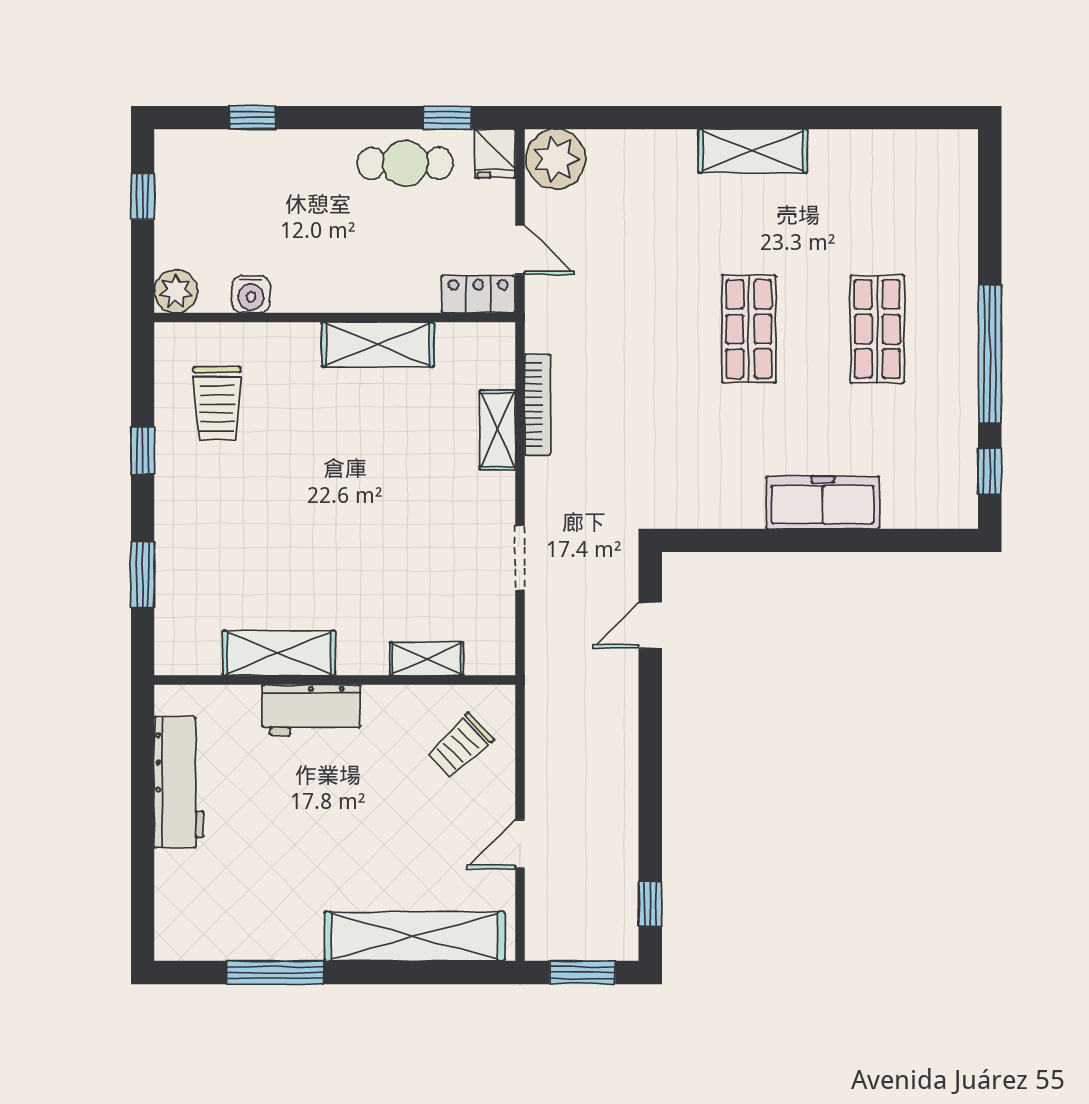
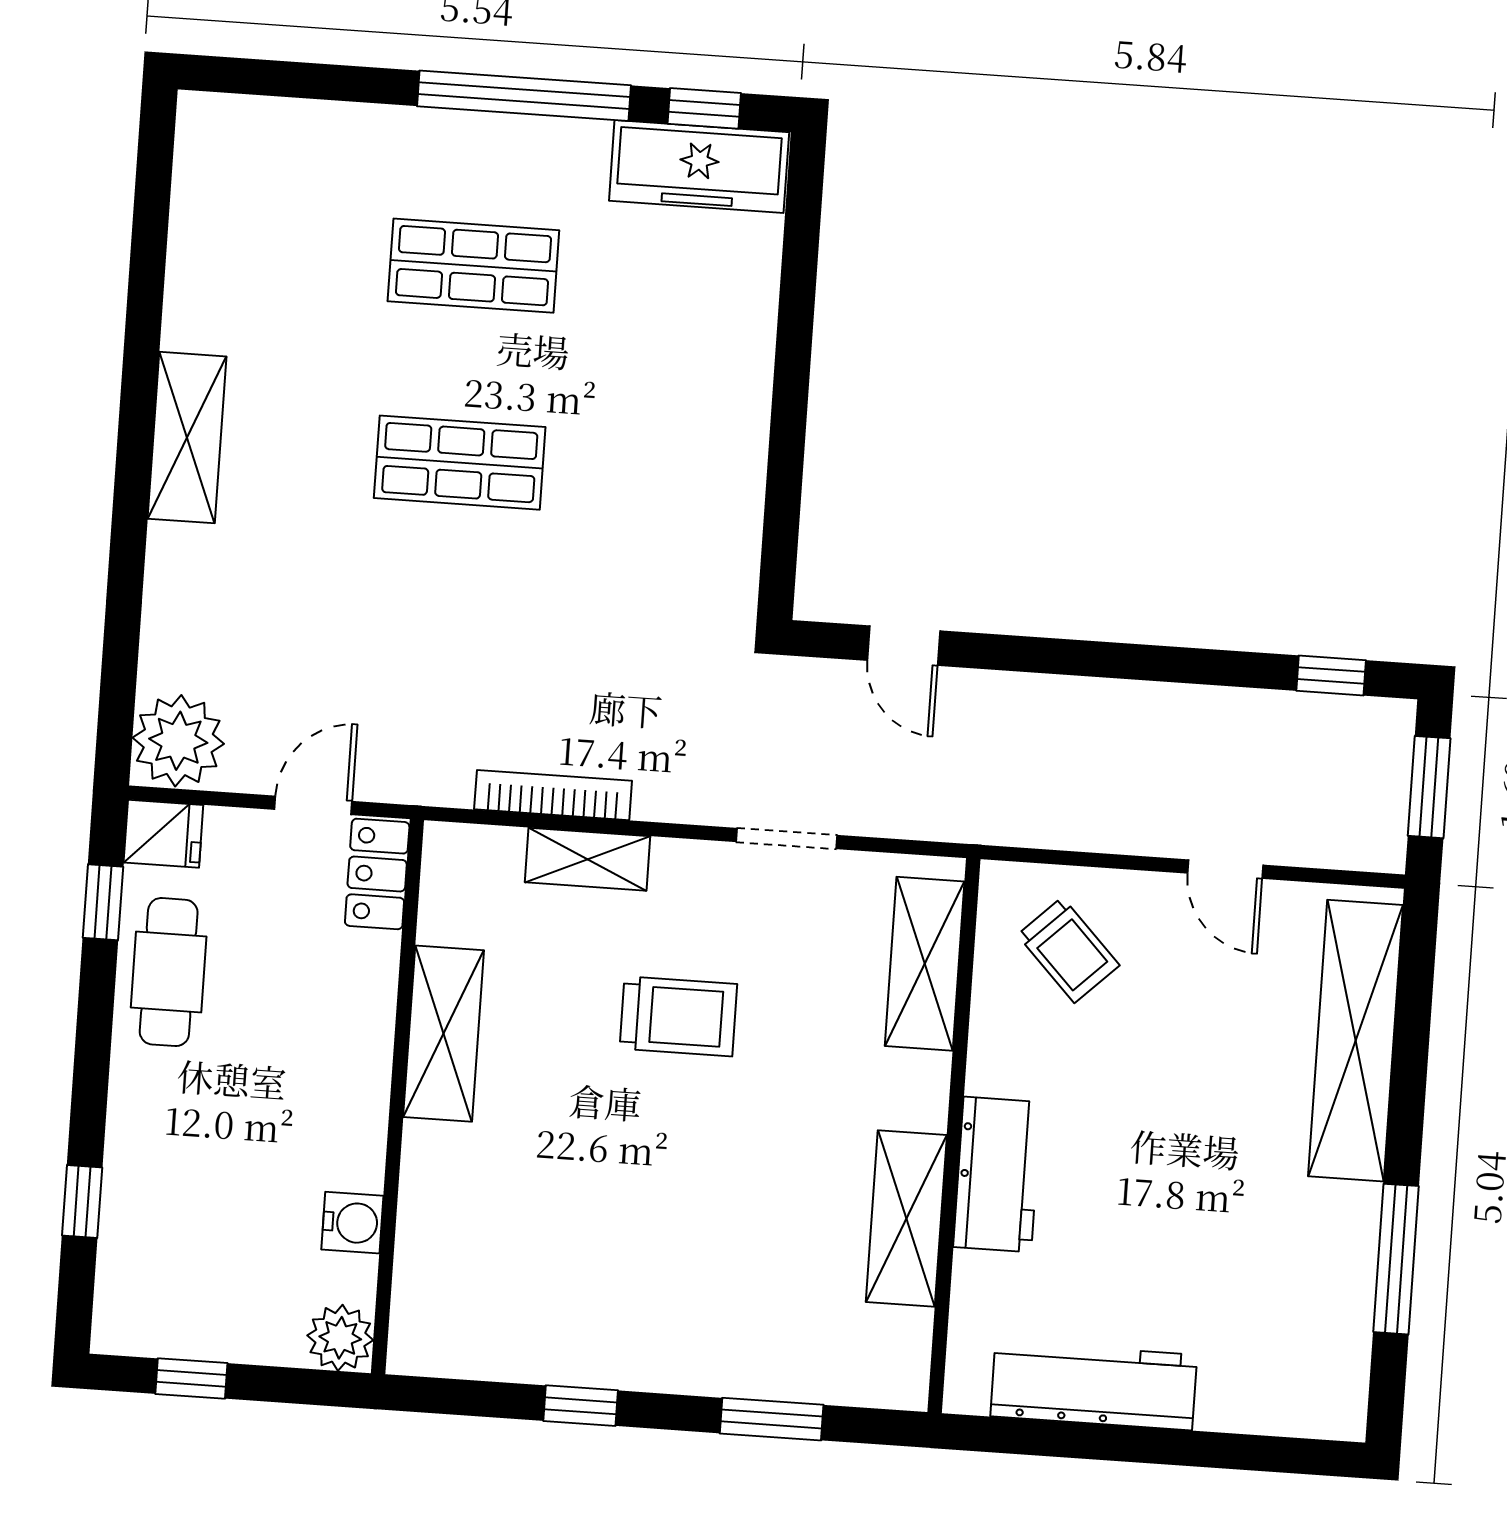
trolley: (217, 403) -> (678, 1016), moved
freezer: (823, 502) -> (699, 166), moved, turned -90
shelving: (426, 659) -> (925, 964), width x1.50, depth x1.33

